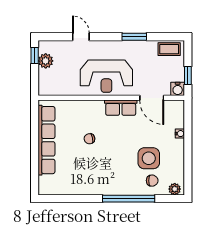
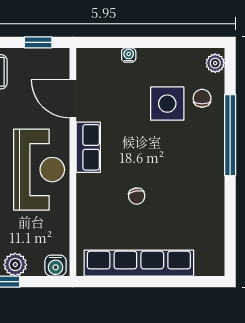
water cooler: (178, 89) -> (56, 266), moved, turned 90
door: (152, 98) -> (73, 99), swing flipped

